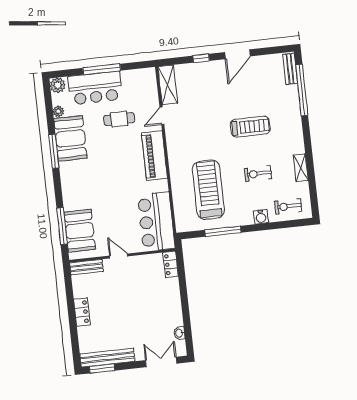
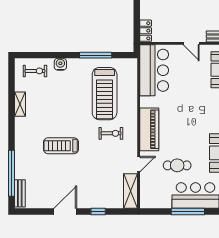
exercise bike: (258, 174) -> (111, 133), moved

